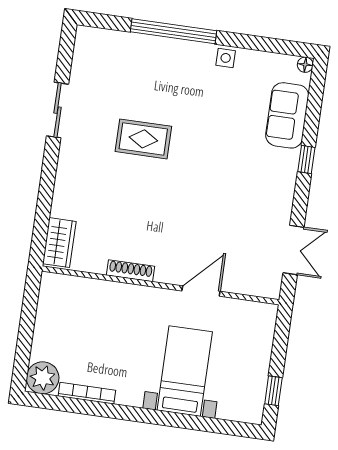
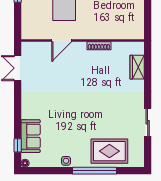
rug: (143, 139) -> (109, 151), moved, width x1.36, depth x1.43
window: (306, 160) -> (18, 145), moved
wardrobe: (59, 243) -> (137, 67), moved

